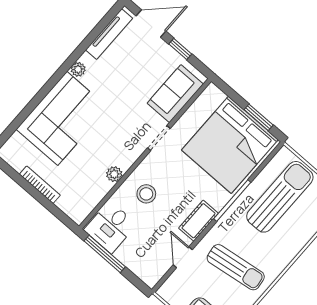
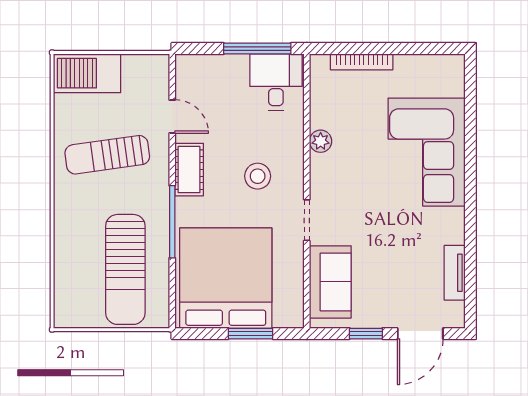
tv unit: (109, 34) -> (455, 273), width x0.71
plant: (78, 69) -> (455, 218), removed
window: (259, 117) -> (250, 334), moved
bookcase: (40, 185) -> (362, 62), moved
stool: (146, 194) -> (258, 176), moved

